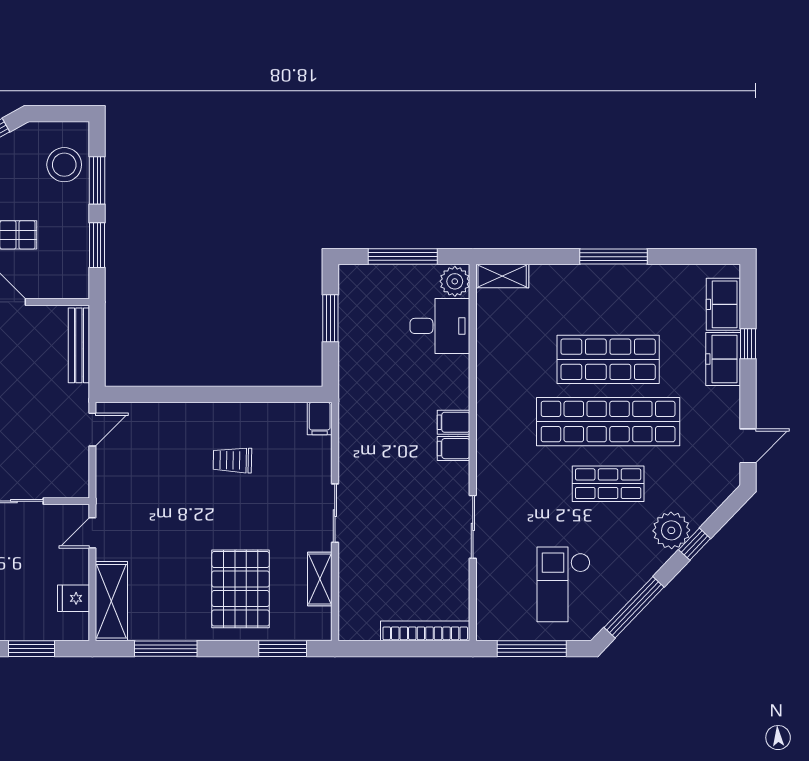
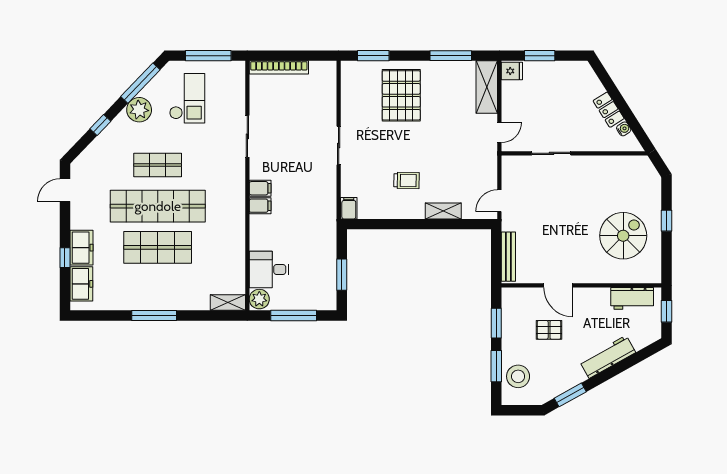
plant: (671, 530) -> (139, 110), moved
shelving: (320, 579) -> (443, 211), moved, turned 90
fridge: (73, 598) -> (512, 71), moved

